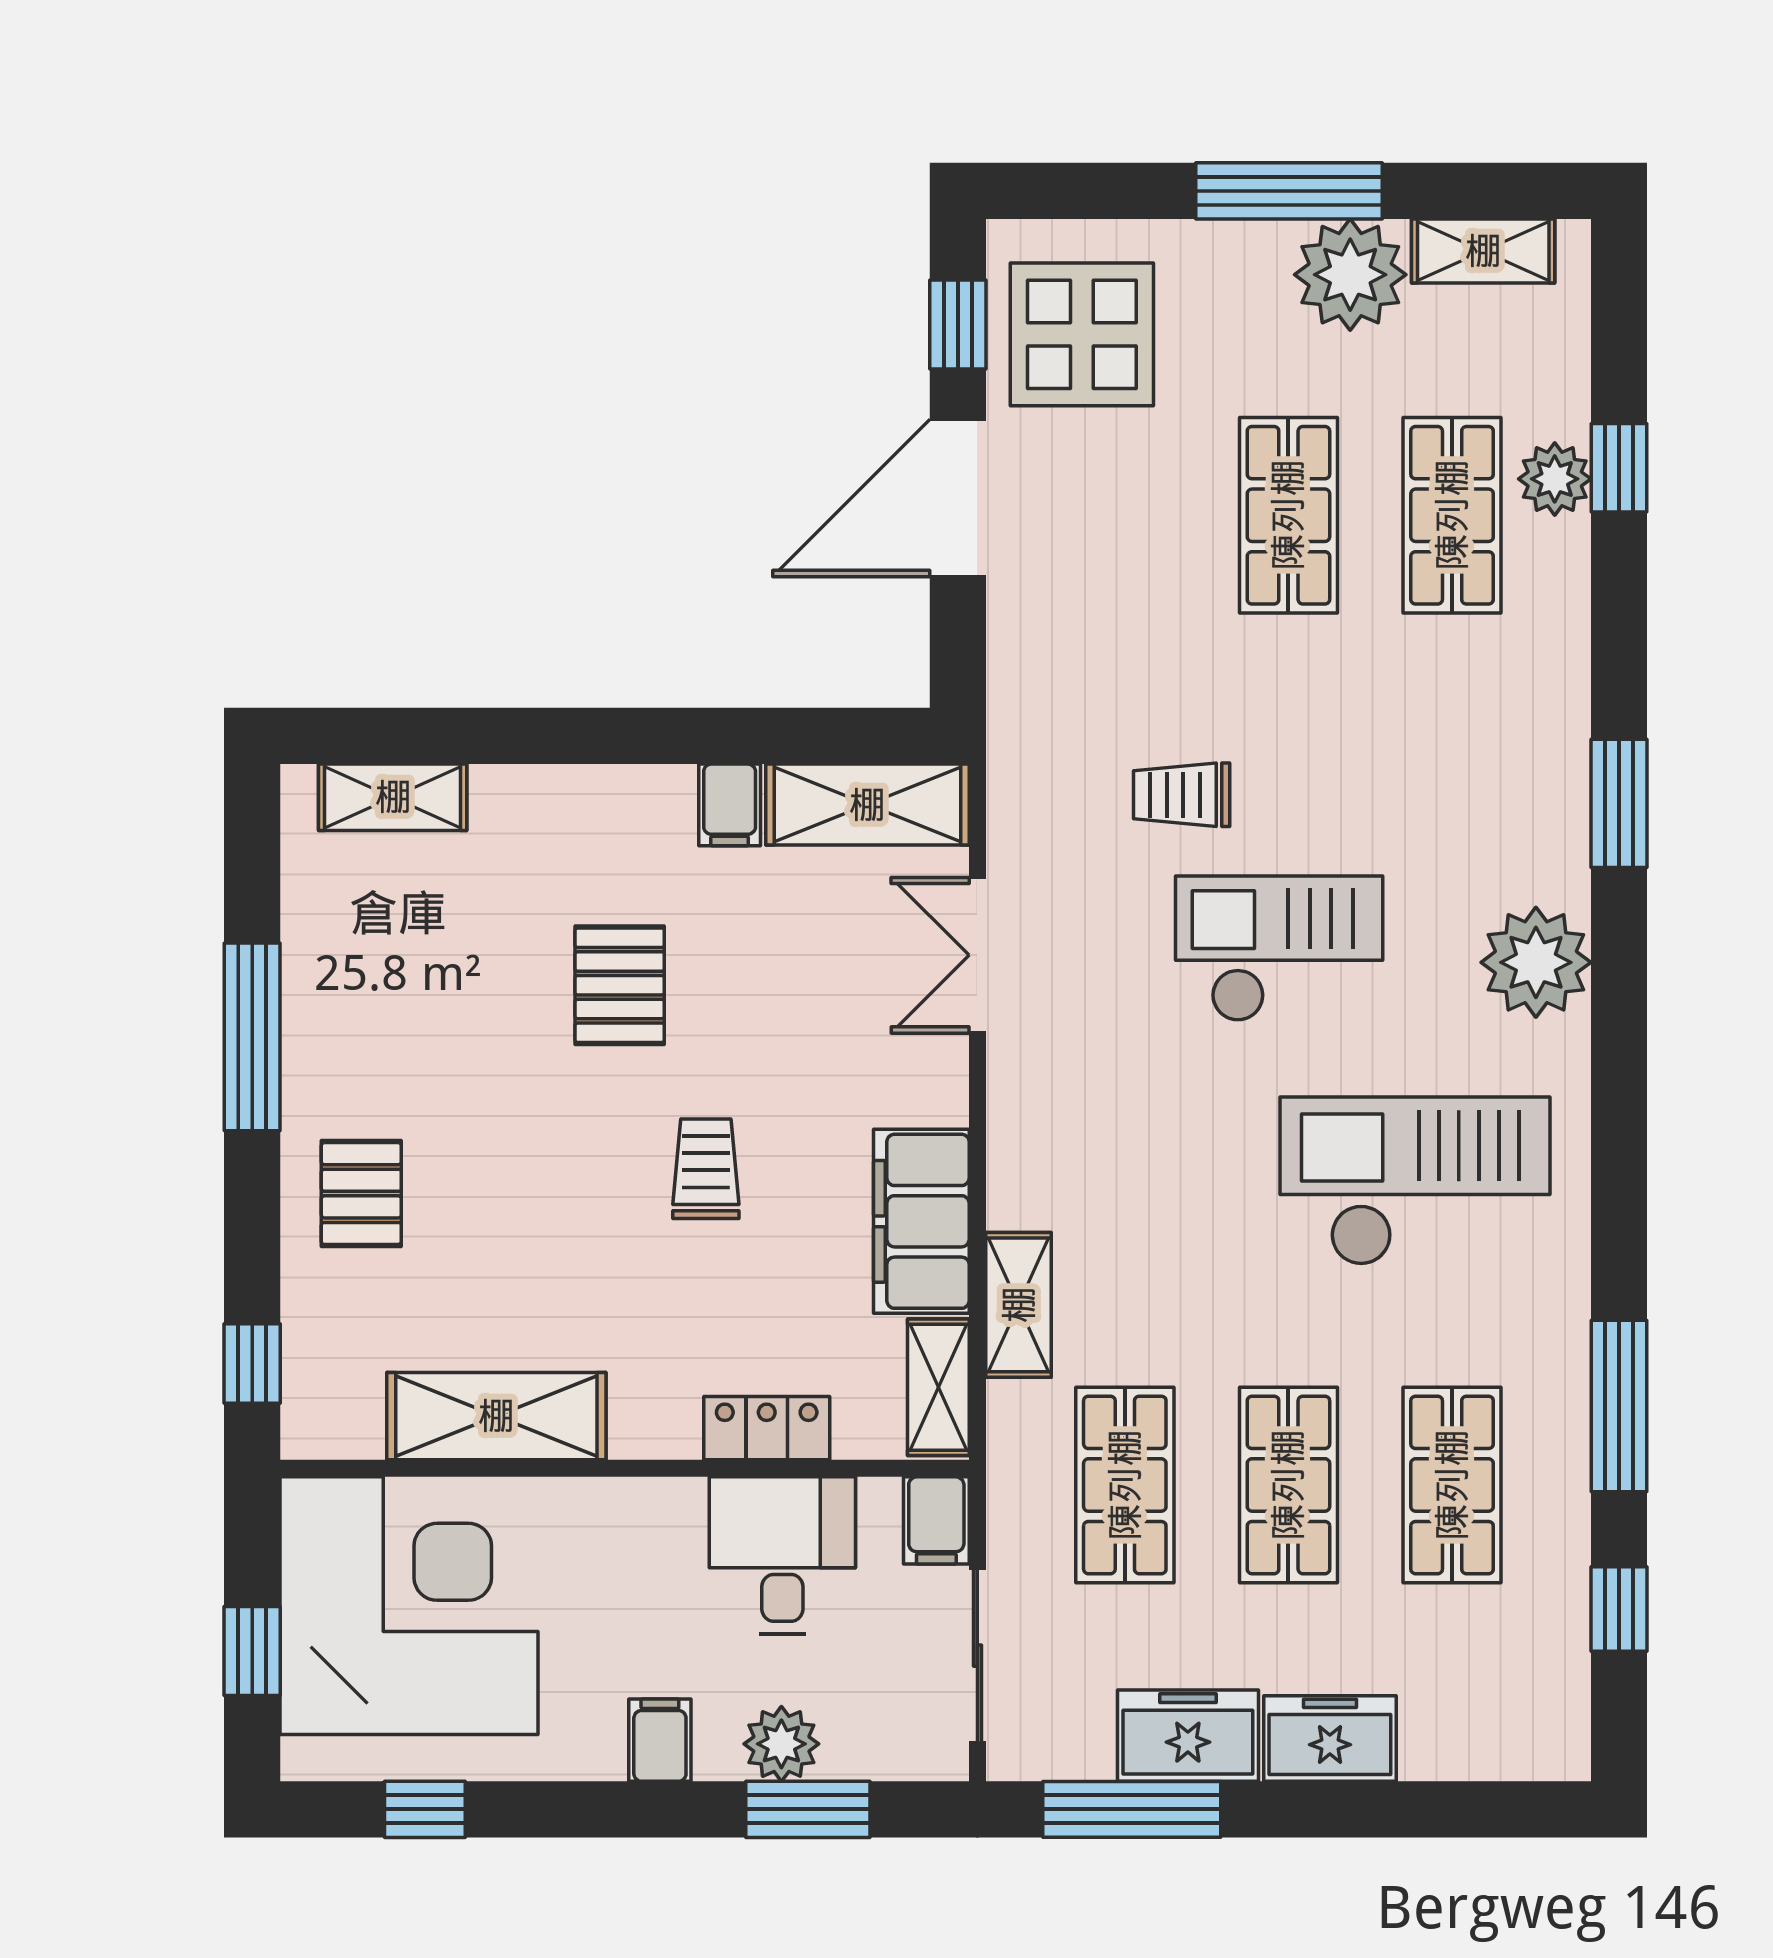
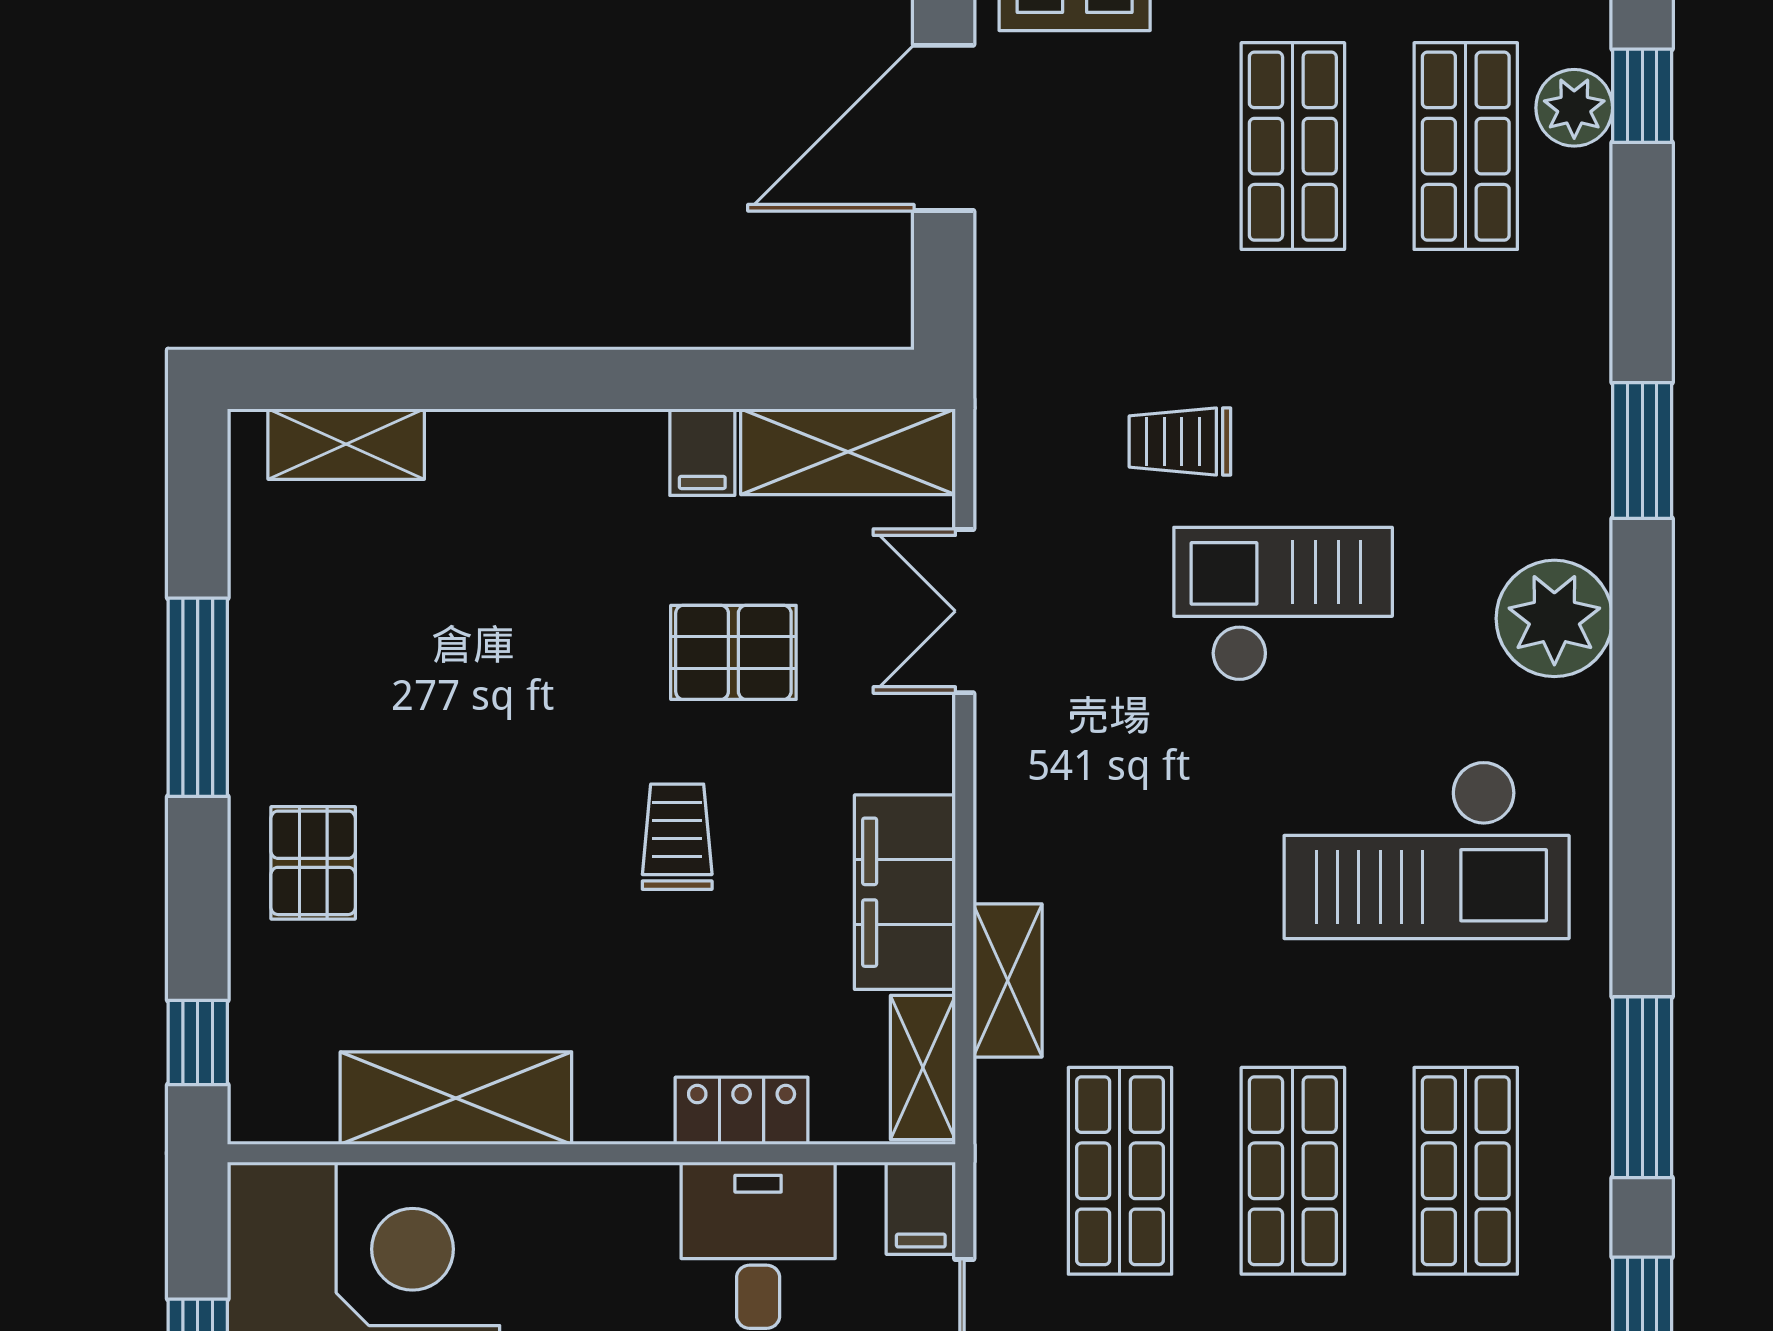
pallet: (620, 985) -> (733, 652), moved, turned 90
checkout: (1415, 1181) -> (1427, 850), turned 180

